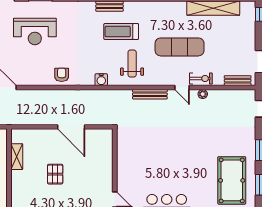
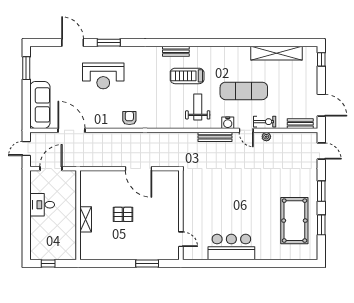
water cooler: (101, 80) -> (228, 123), moved
shelving: (17, 157) -> (86, 219), moved
pallet: (55, 174) -> (123, 214), turned 90

